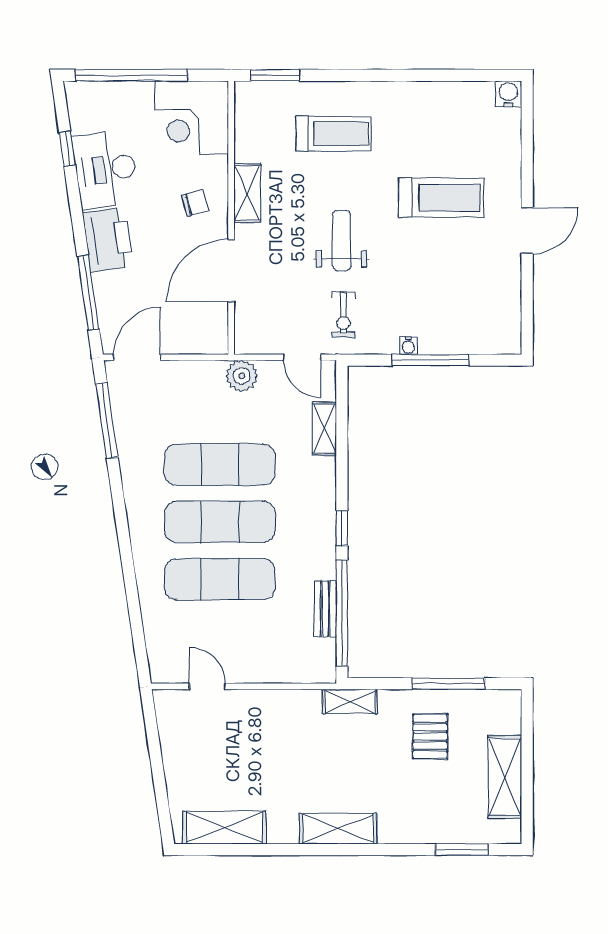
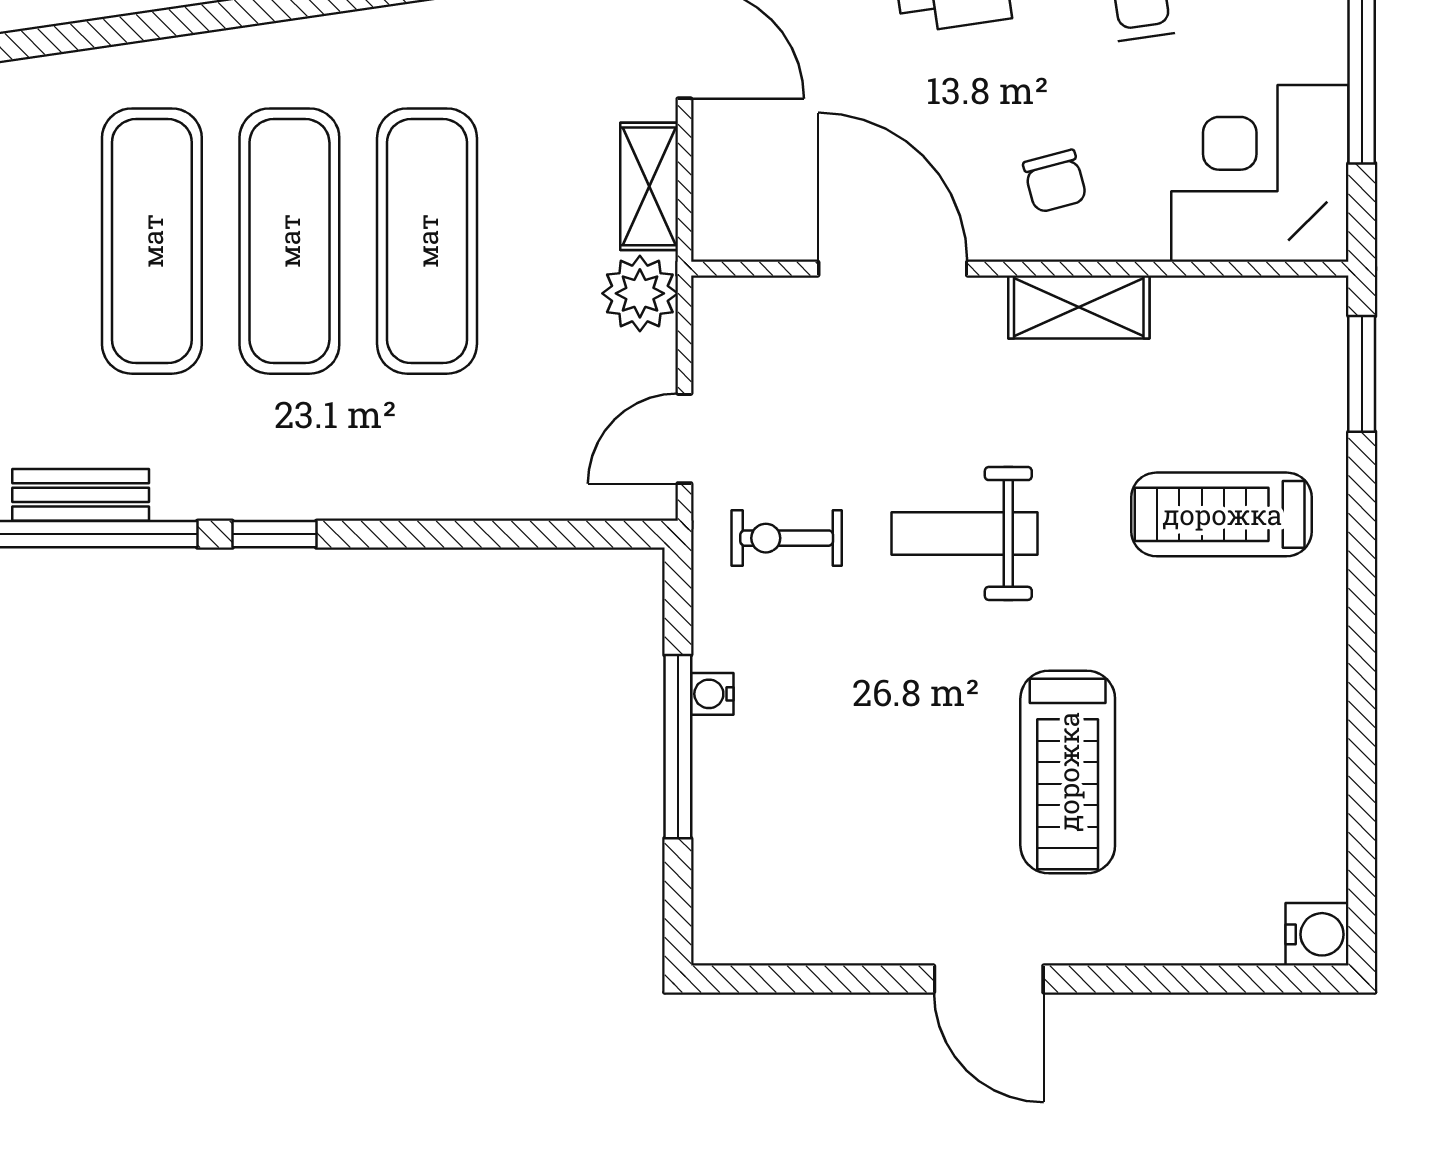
treadmill: (334, 134) -> (1222, 514), turned 90
weight bench: (342, 241) -> (965, 533), turned 180
shelving: (324, 429) -> (649, 186), moved, turned 90

